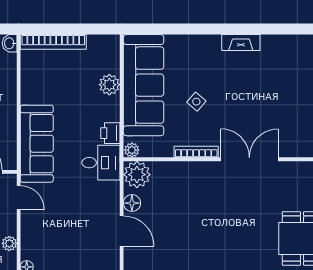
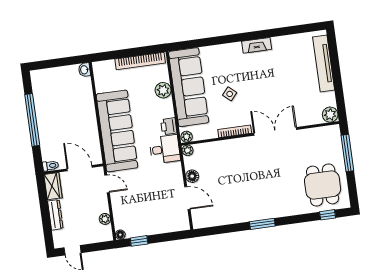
bookcase: (53, 42) -> (140, 61), moved
sofa: (37, 144) -> (117, 131), width x1.36, depth x1.27
plant: (137, 175) -> (188, 150), width x0.53, depth x0.53

